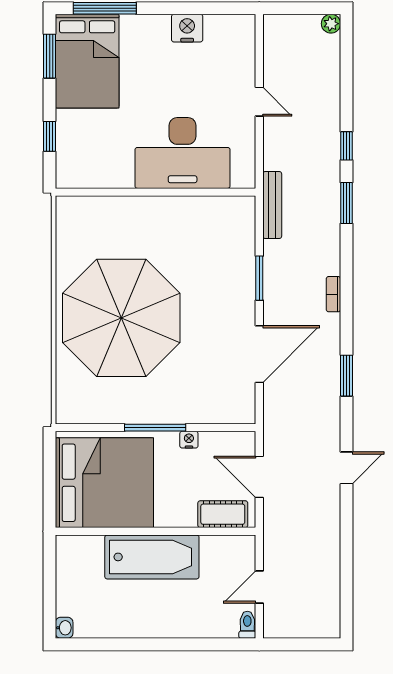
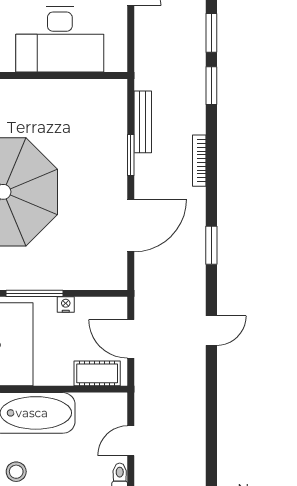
window: (346, 146) -> (211, 33), width x1.50
bench: (272, 205) -> (143, 122), moved
bookcase: (333, 294) -> (199, 161), width x1.56
stool: (135, 621) -> (16, 472), added

